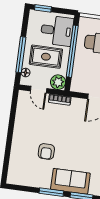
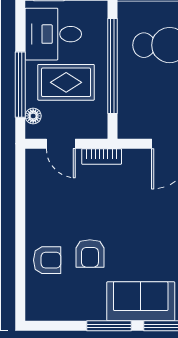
desk: (57, 31) -> (53, 34), moved, turned 180
plant: (58, 82) -> (94, 125), removed
armchair: (23, 152) -> (47, 260), added

